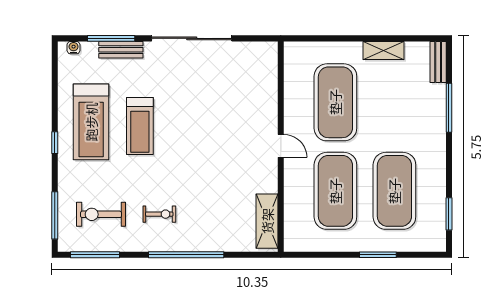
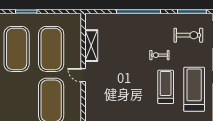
exercise bike: (159, 214) -> (159, 55), moved
shelving: (267, 221) -> (91, 46), moved

